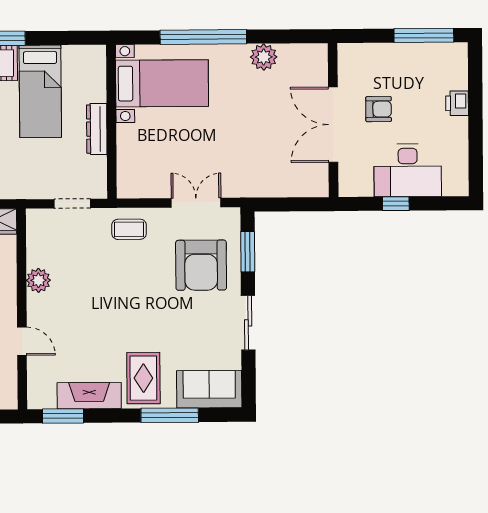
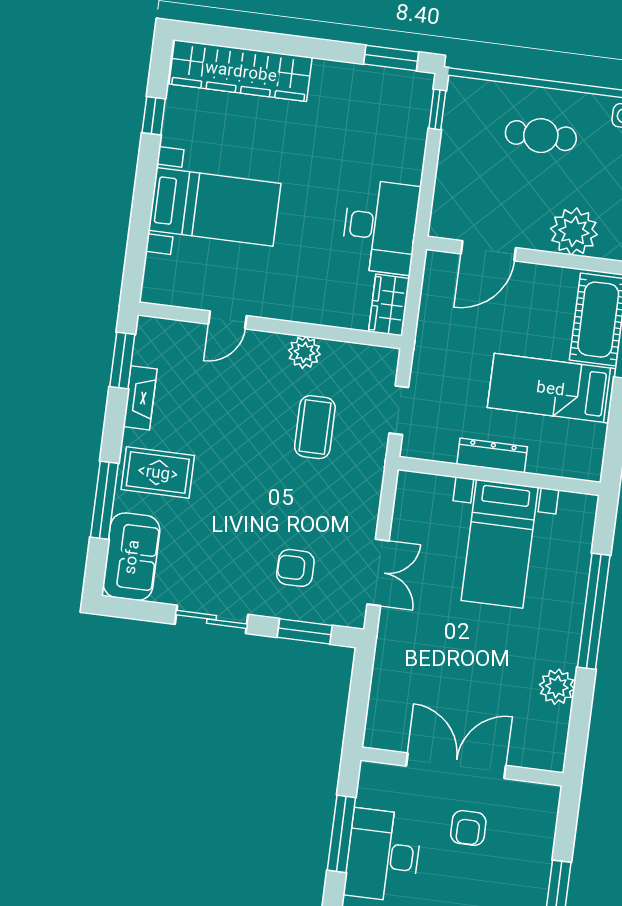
bed with nightstands: (162, 83) -> (500, 544), moved
window: (396, 204) -> (341, 834), width x2.17
coffee table: (129, 229) -> (315, 427), moved, width x1.36, depth x1.30
armchair: (201, 265) -> (295, 568), width x0.53, depth x0.53
fireplace: (89, 396) -> (140, 398), width x0.73, depth x0.76

